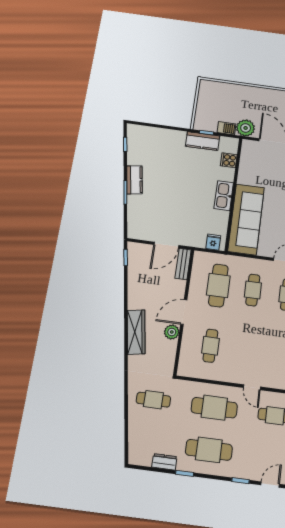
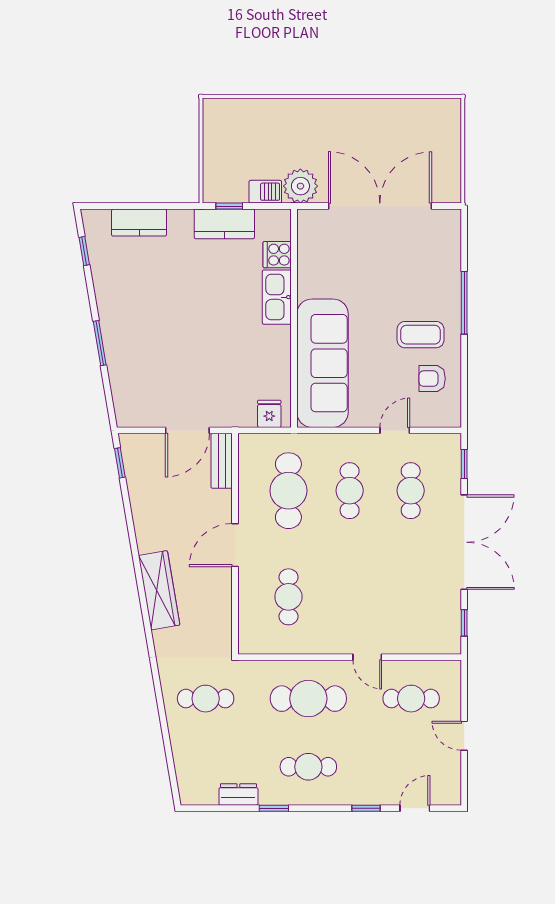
kitchen counter: (134, 180) -> (139, 223), moved, turned 100
kitchen sink: (224, 196) -> (277, 297), moved
plant: (172, 332) -> (219, 582), removed
cafe table: (209, 450) -> (308, 767), width x0.73, depth x0.74

